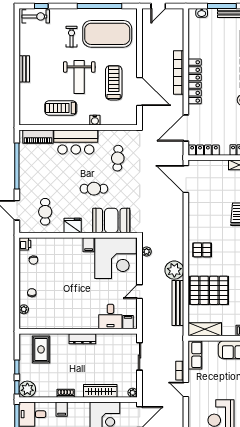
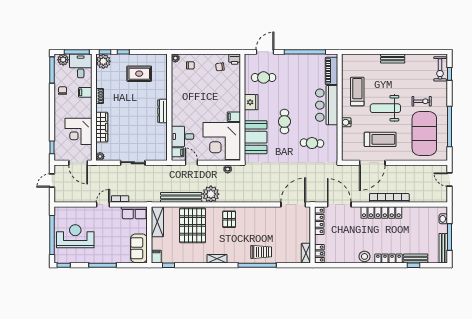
desk: (110, 317) -> (182, 136), moved
filing cabinet: (128, 322) -> (177, 152), moved
wall: (78, 331) -> (169, 107), moved
dresser: (82, 339) -> (162, 111), moved

